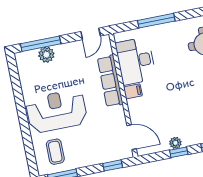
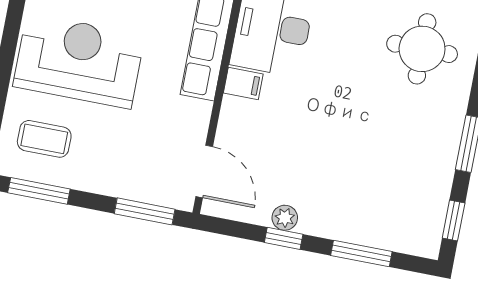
coffee table: (55, 152) -> (44, 139), turned 90
window: (113, 165) -> (145, 211), width x1.50

